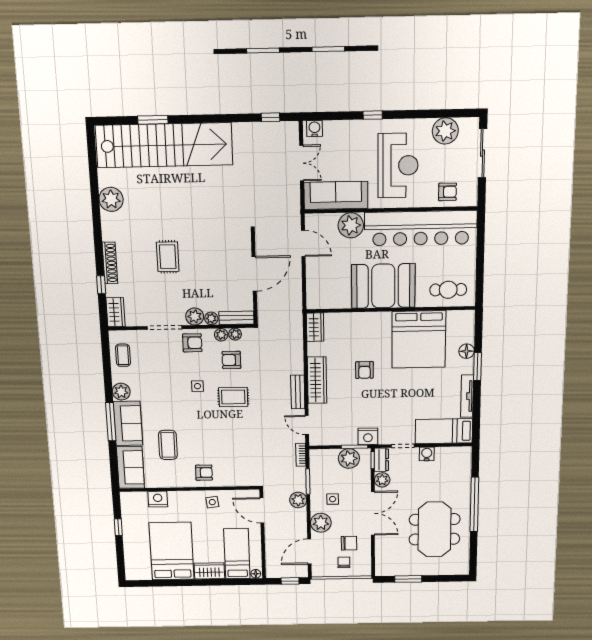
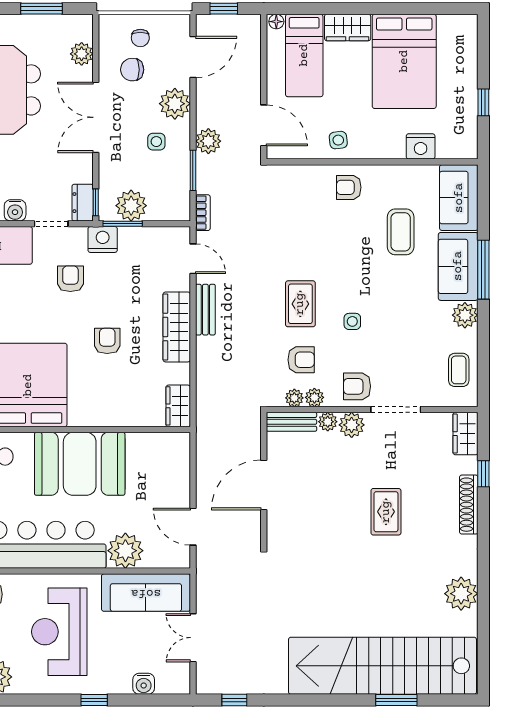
water cooler: (314, 129) -> (144, 684), moved
rug: (233, 397) -> (300, 304), turned 90
armchair: (390, 411) -> (70, 279), added
plant: (382, 480) -> (82, 54), moved

